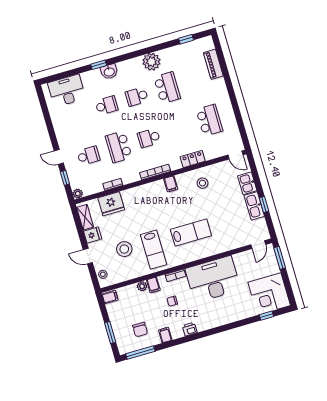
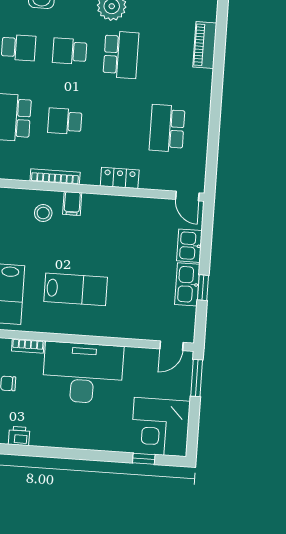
school desk: (209, 120) -> (167, 128), turned 180
stool: (203, 183) -> (43, 213), moved

